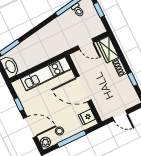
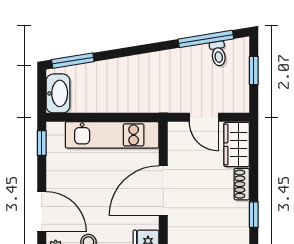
door: (83, 89) -> (163, 191), hinge flipped
window: (19, 104) -> (42, 143), moved

